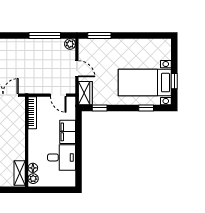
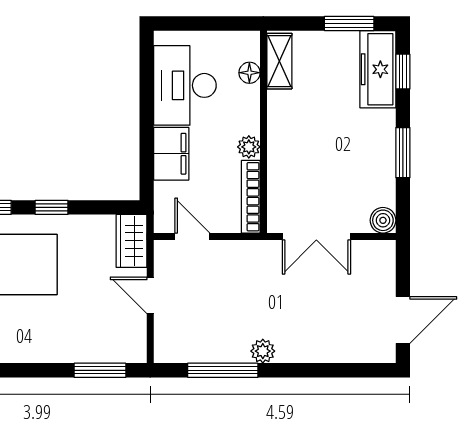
plant: (70, 44) -> (263, 351), moved
window: (100, 108) -> (52, 207), moved
desk: (62, 157) -> (185, 85), width x1.37
plant: (33, 179) -> (249, 147), moved

